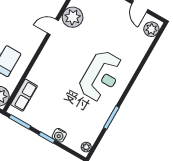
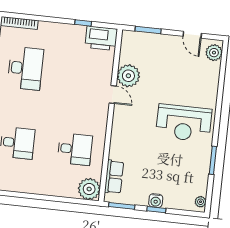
door: (53, 27) -> (113, 94), swing flipped
reception desk: (101, 76) -> (184, 123), turned 90
water cooler: (59, 135) -> (156, 201), moved

